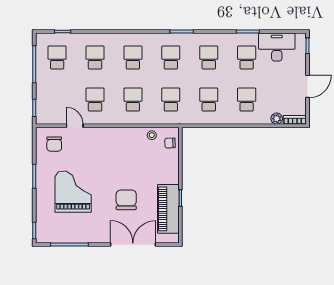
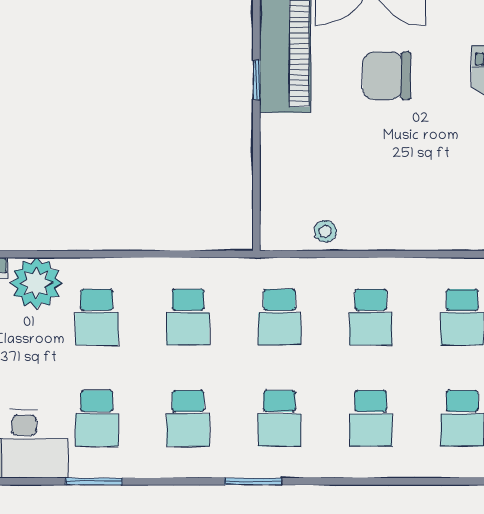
plant: (277, 119) -> (36, 283), width x1.88, depth x1.88
chair: (170, 143) -> (281, 212), removed
chair: (126, 200) -> (387, 76), turned 90

